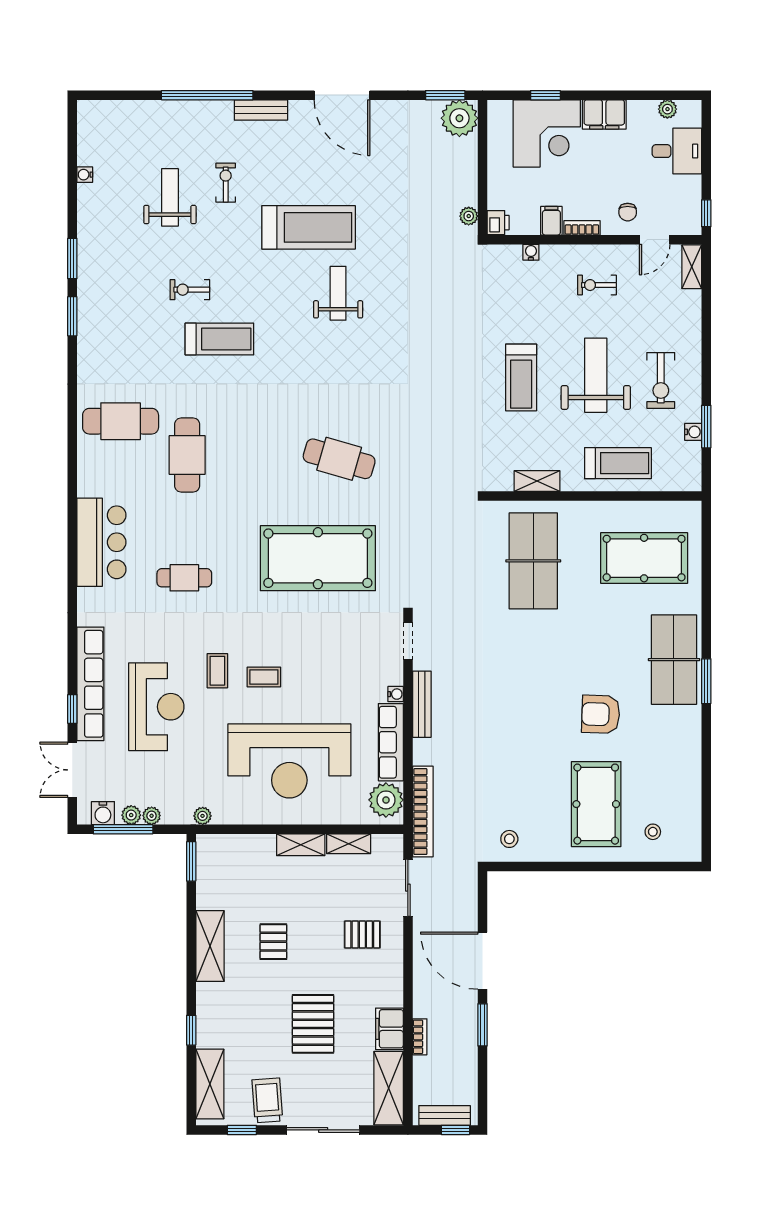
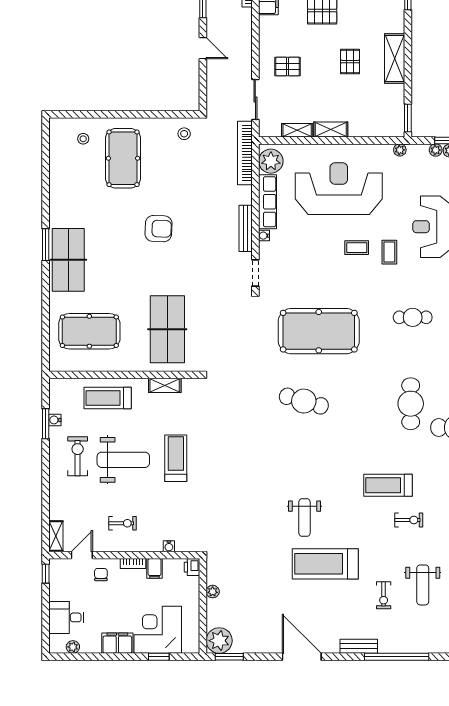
plant: (469, 216) -> (213, 592), moved
weight bench: (596, 375) -> (123, 460), turned -90
armchair: (601, 714) -> (158, 229), moved
door: (482, 961) -> (203, 48), width x0.53

